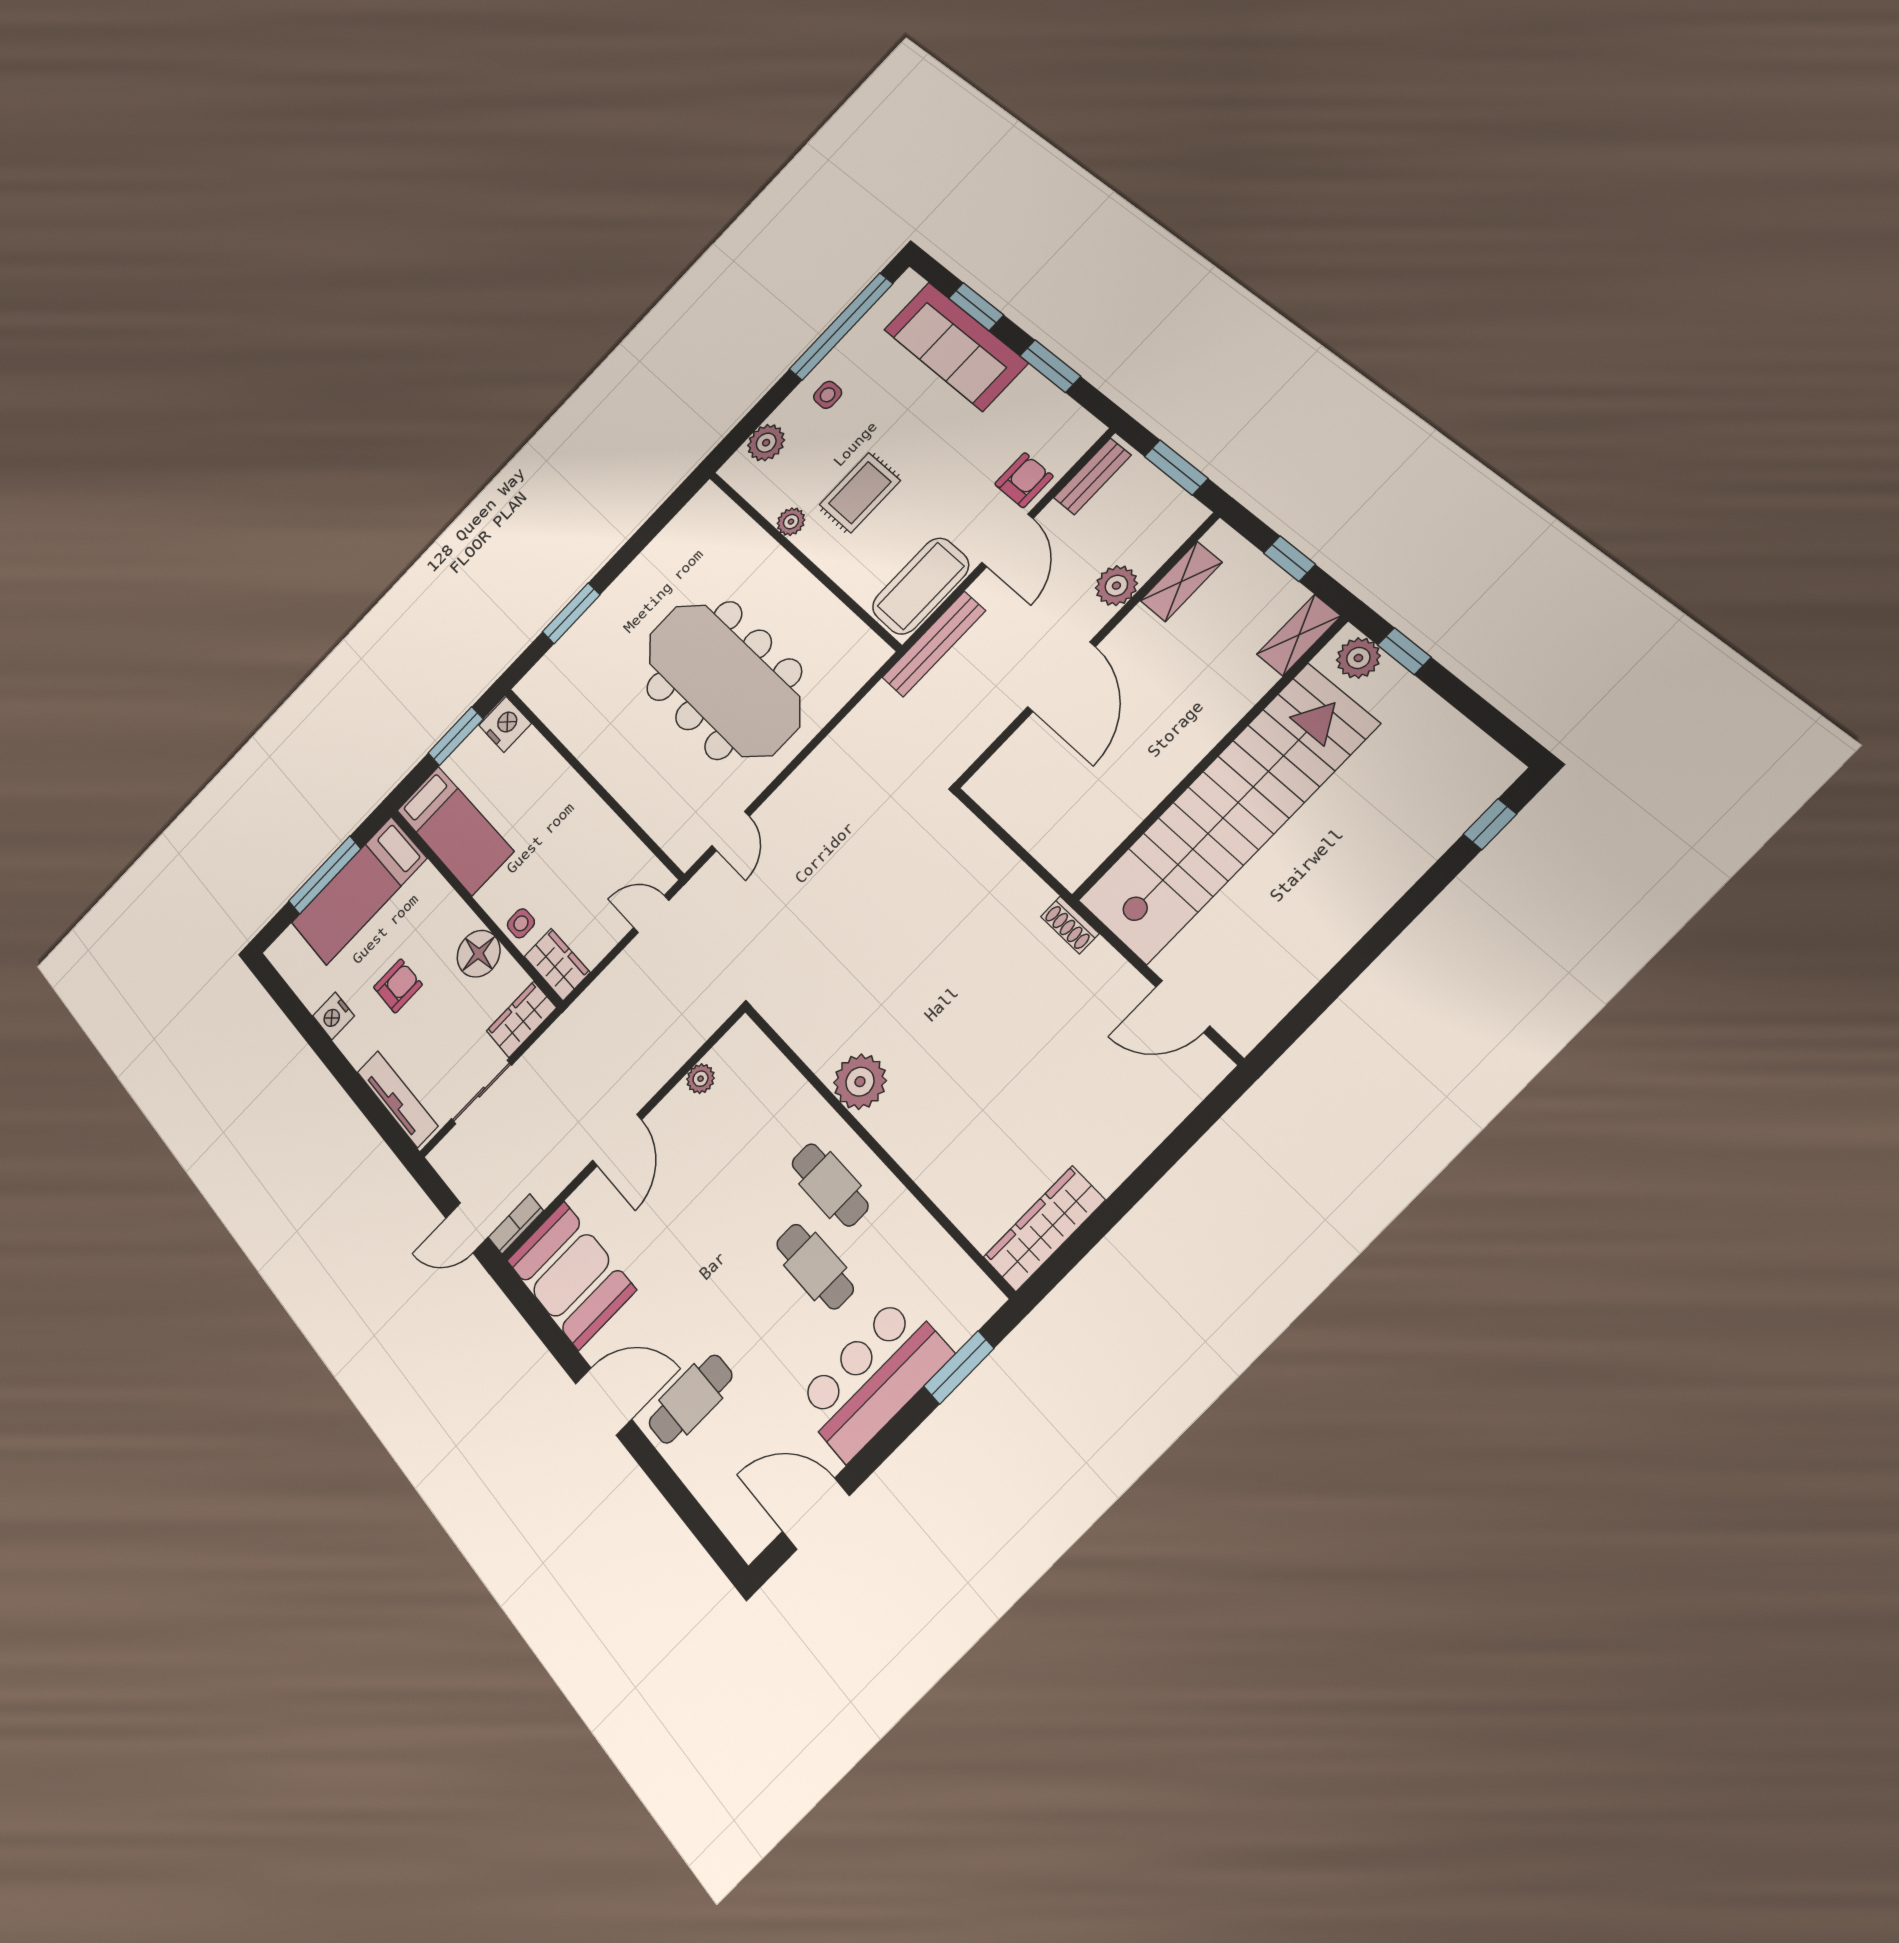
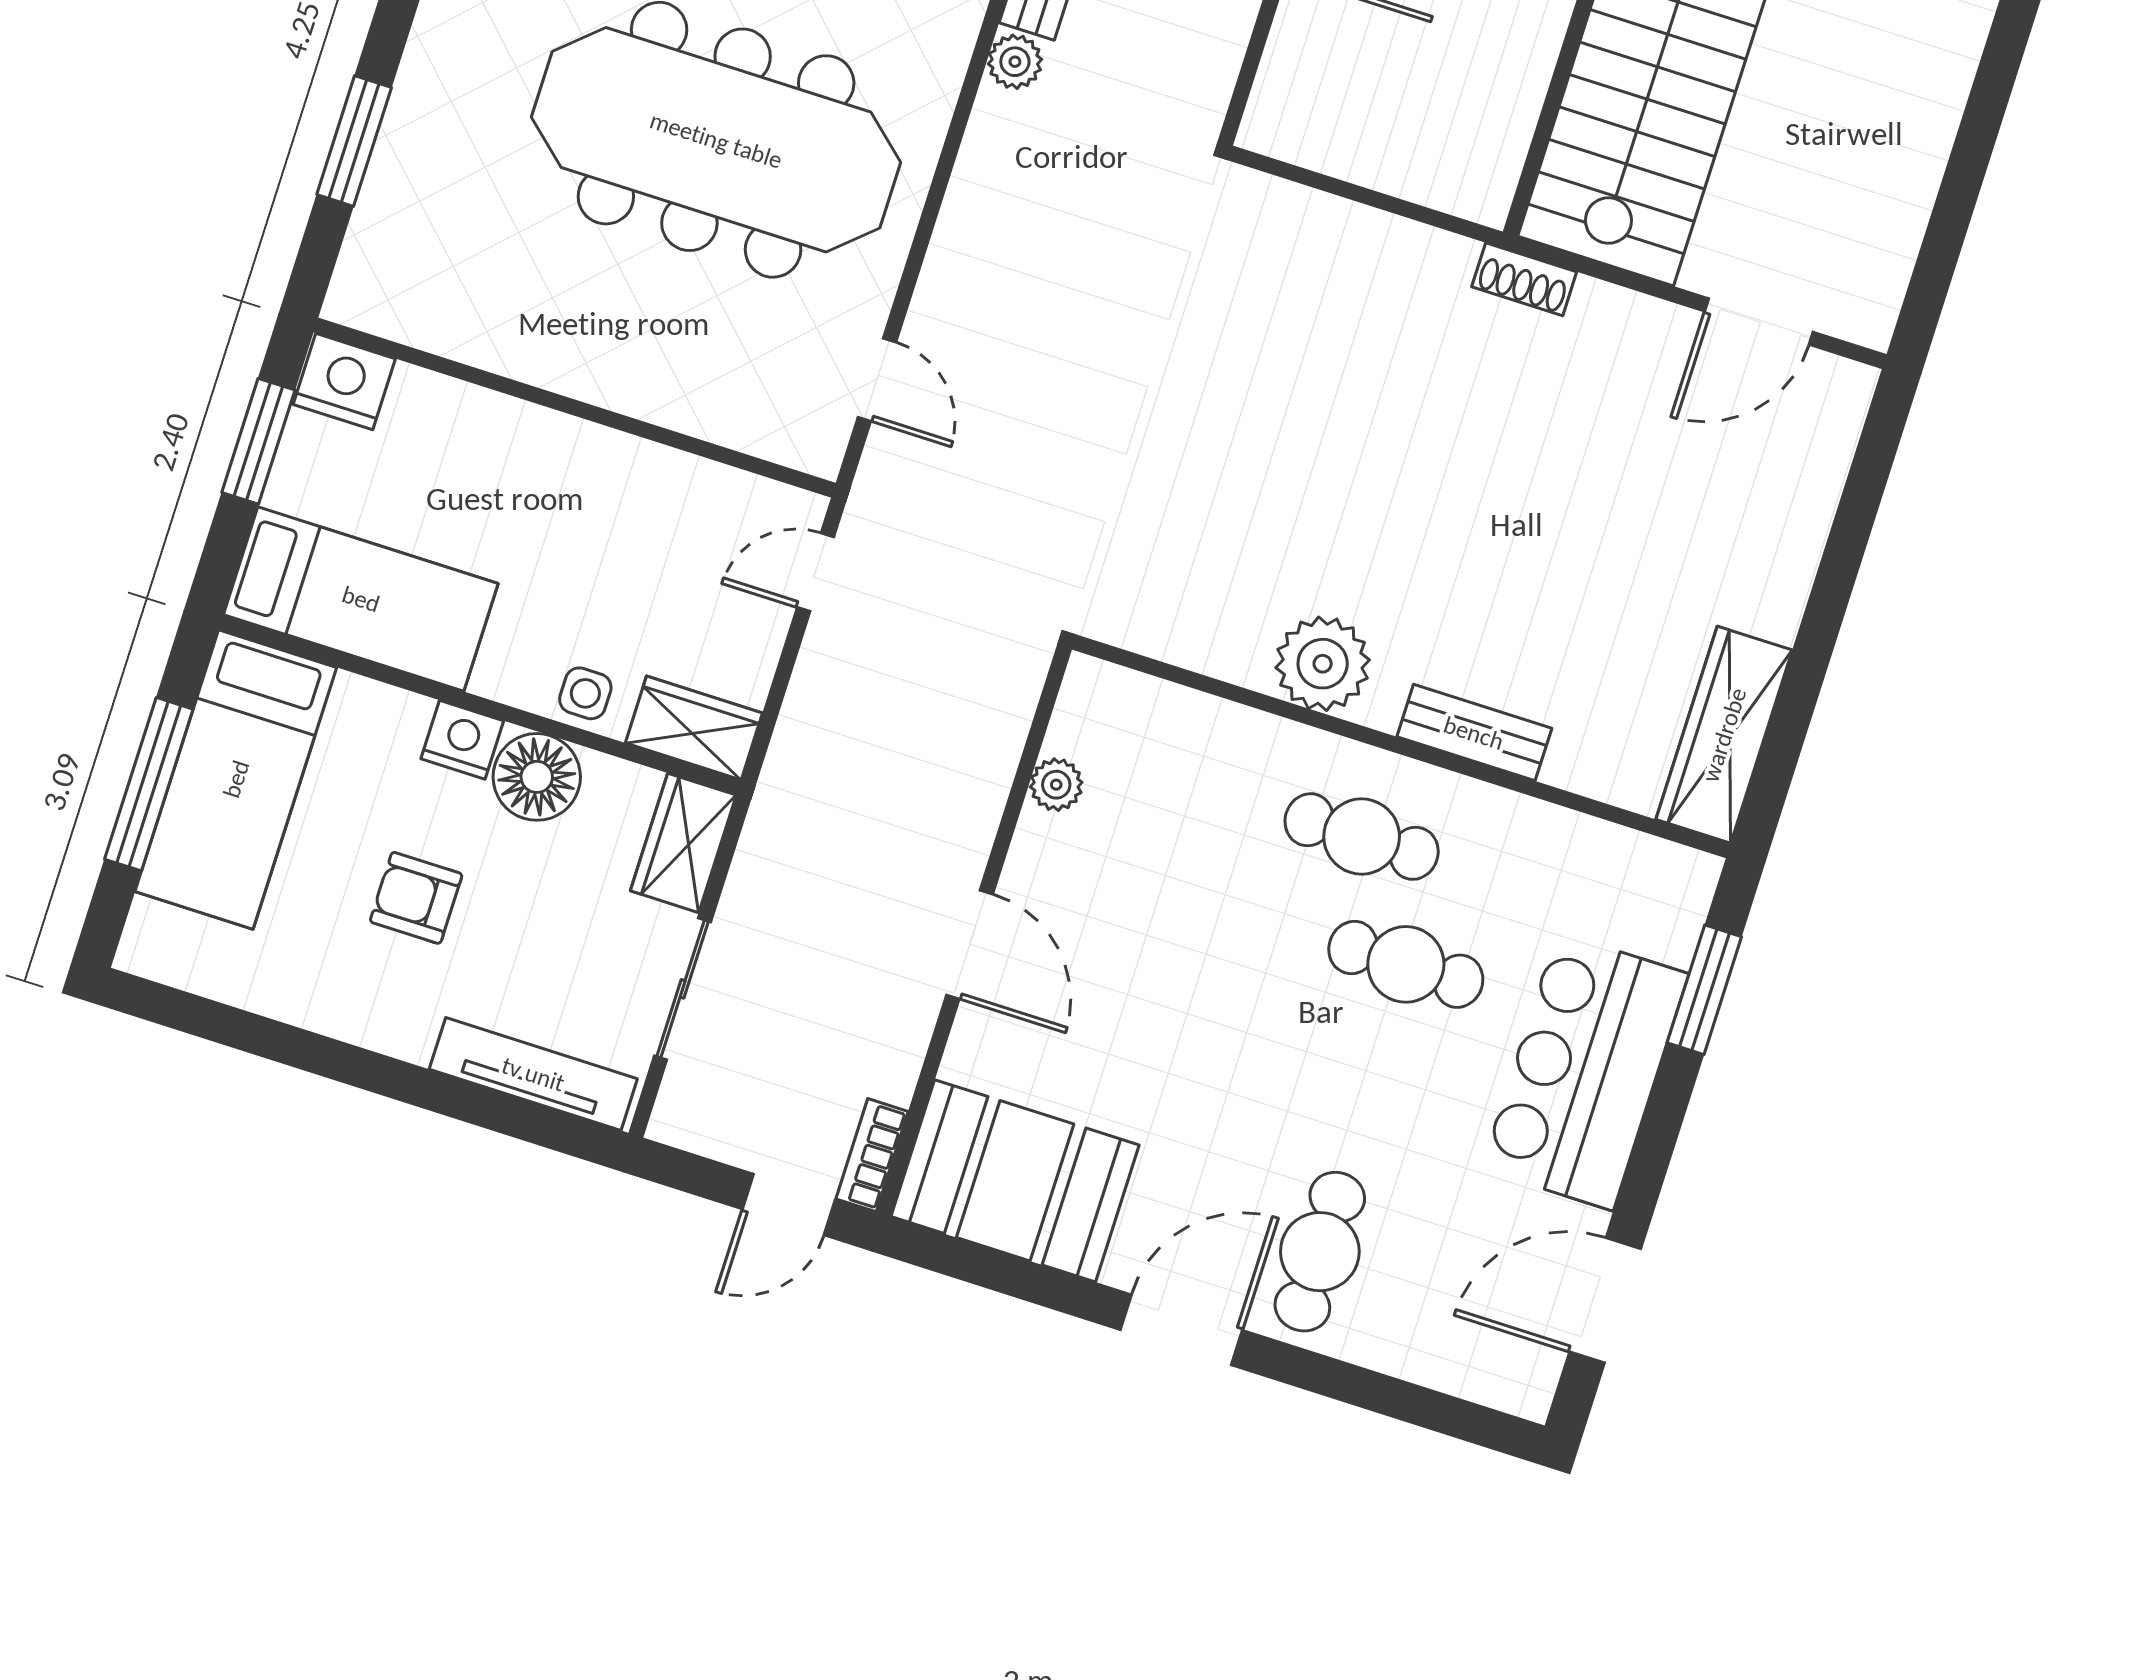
plant: (879, 700) -> (1015, 62), added
armchair: (398, 986) -> (416, 898), turned -90
nightstand: (334, 1016) -> (462, 740), moved, turned 180
bench: (915, 1158) -> (1474, 733), added

